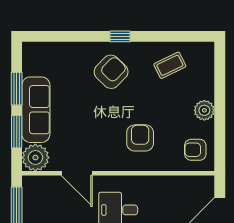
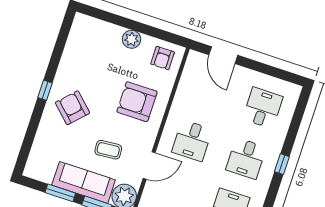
coffee table: (170, 65) -> (108, 150), moved, turned -69
armchair: (140, 138) -> (137, 102), width x1.36, depth x1.36

